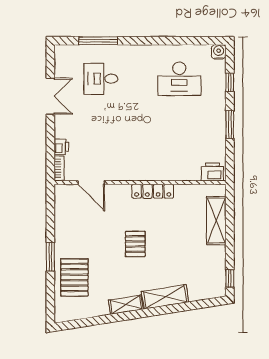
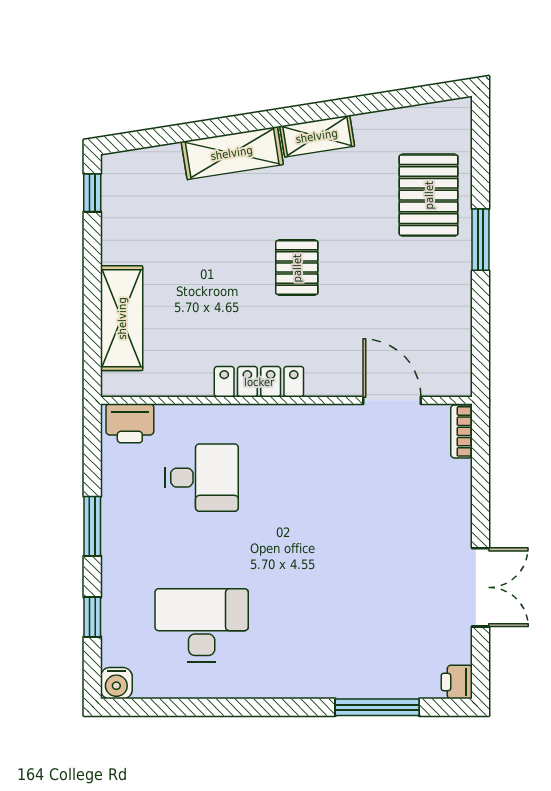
desk: (101, 79) -> (202, 478), moved
double door: (50, 96) -> (480, 587), swing flipped
printer: (61, 147) -> (457, 682), moved

